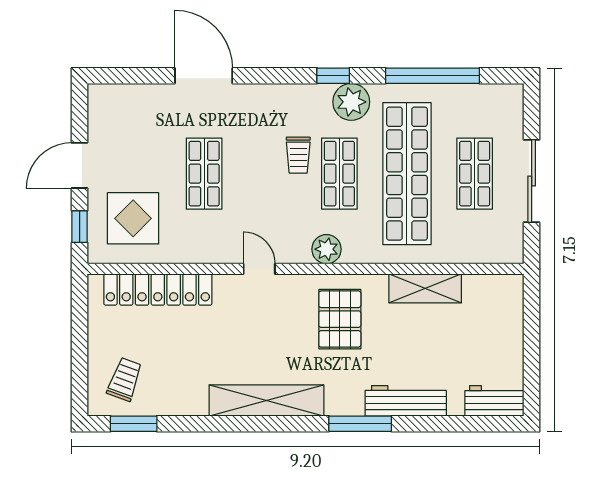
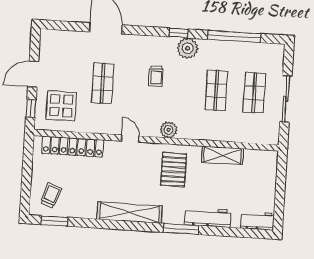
shop shelf: (339, 174) -> (178, 88), removed
shop shelf: (407, 174) -> (216, 90), width x0.50, depth x0.74

